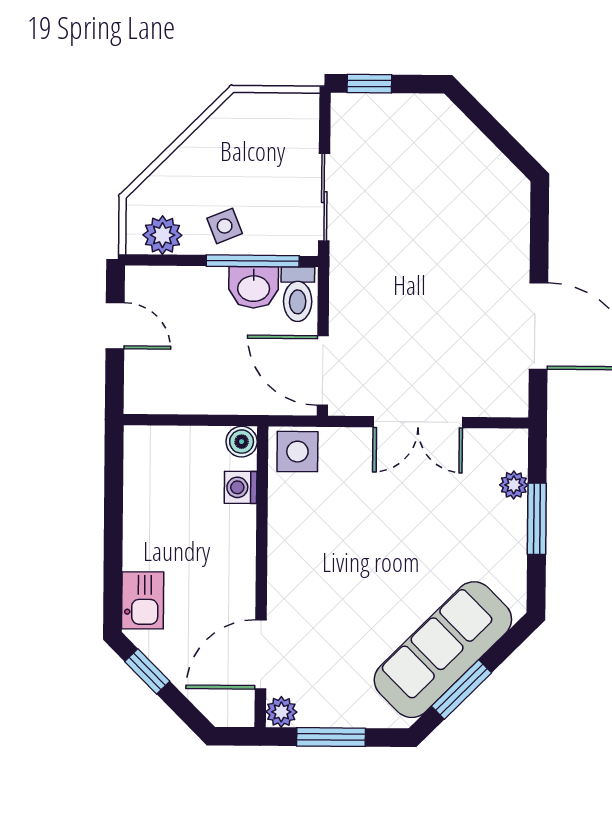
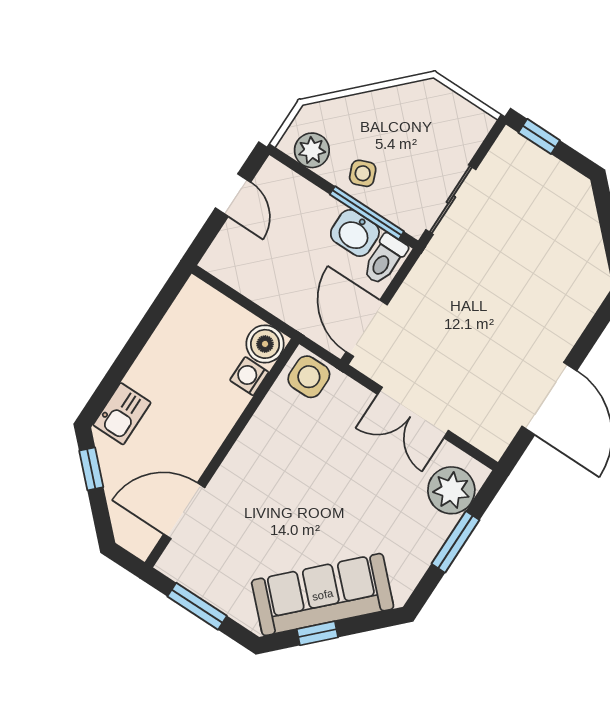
boiler: (242, 442) -> (265, 344), width x1.36, depth x1.36
plant: (514, 485) -> (451, 490), width x1.88, depth x1.88
window: (462, 689) -> (317, 633), width x0.67
plant: (281, 712) -> (172, 564), removed

